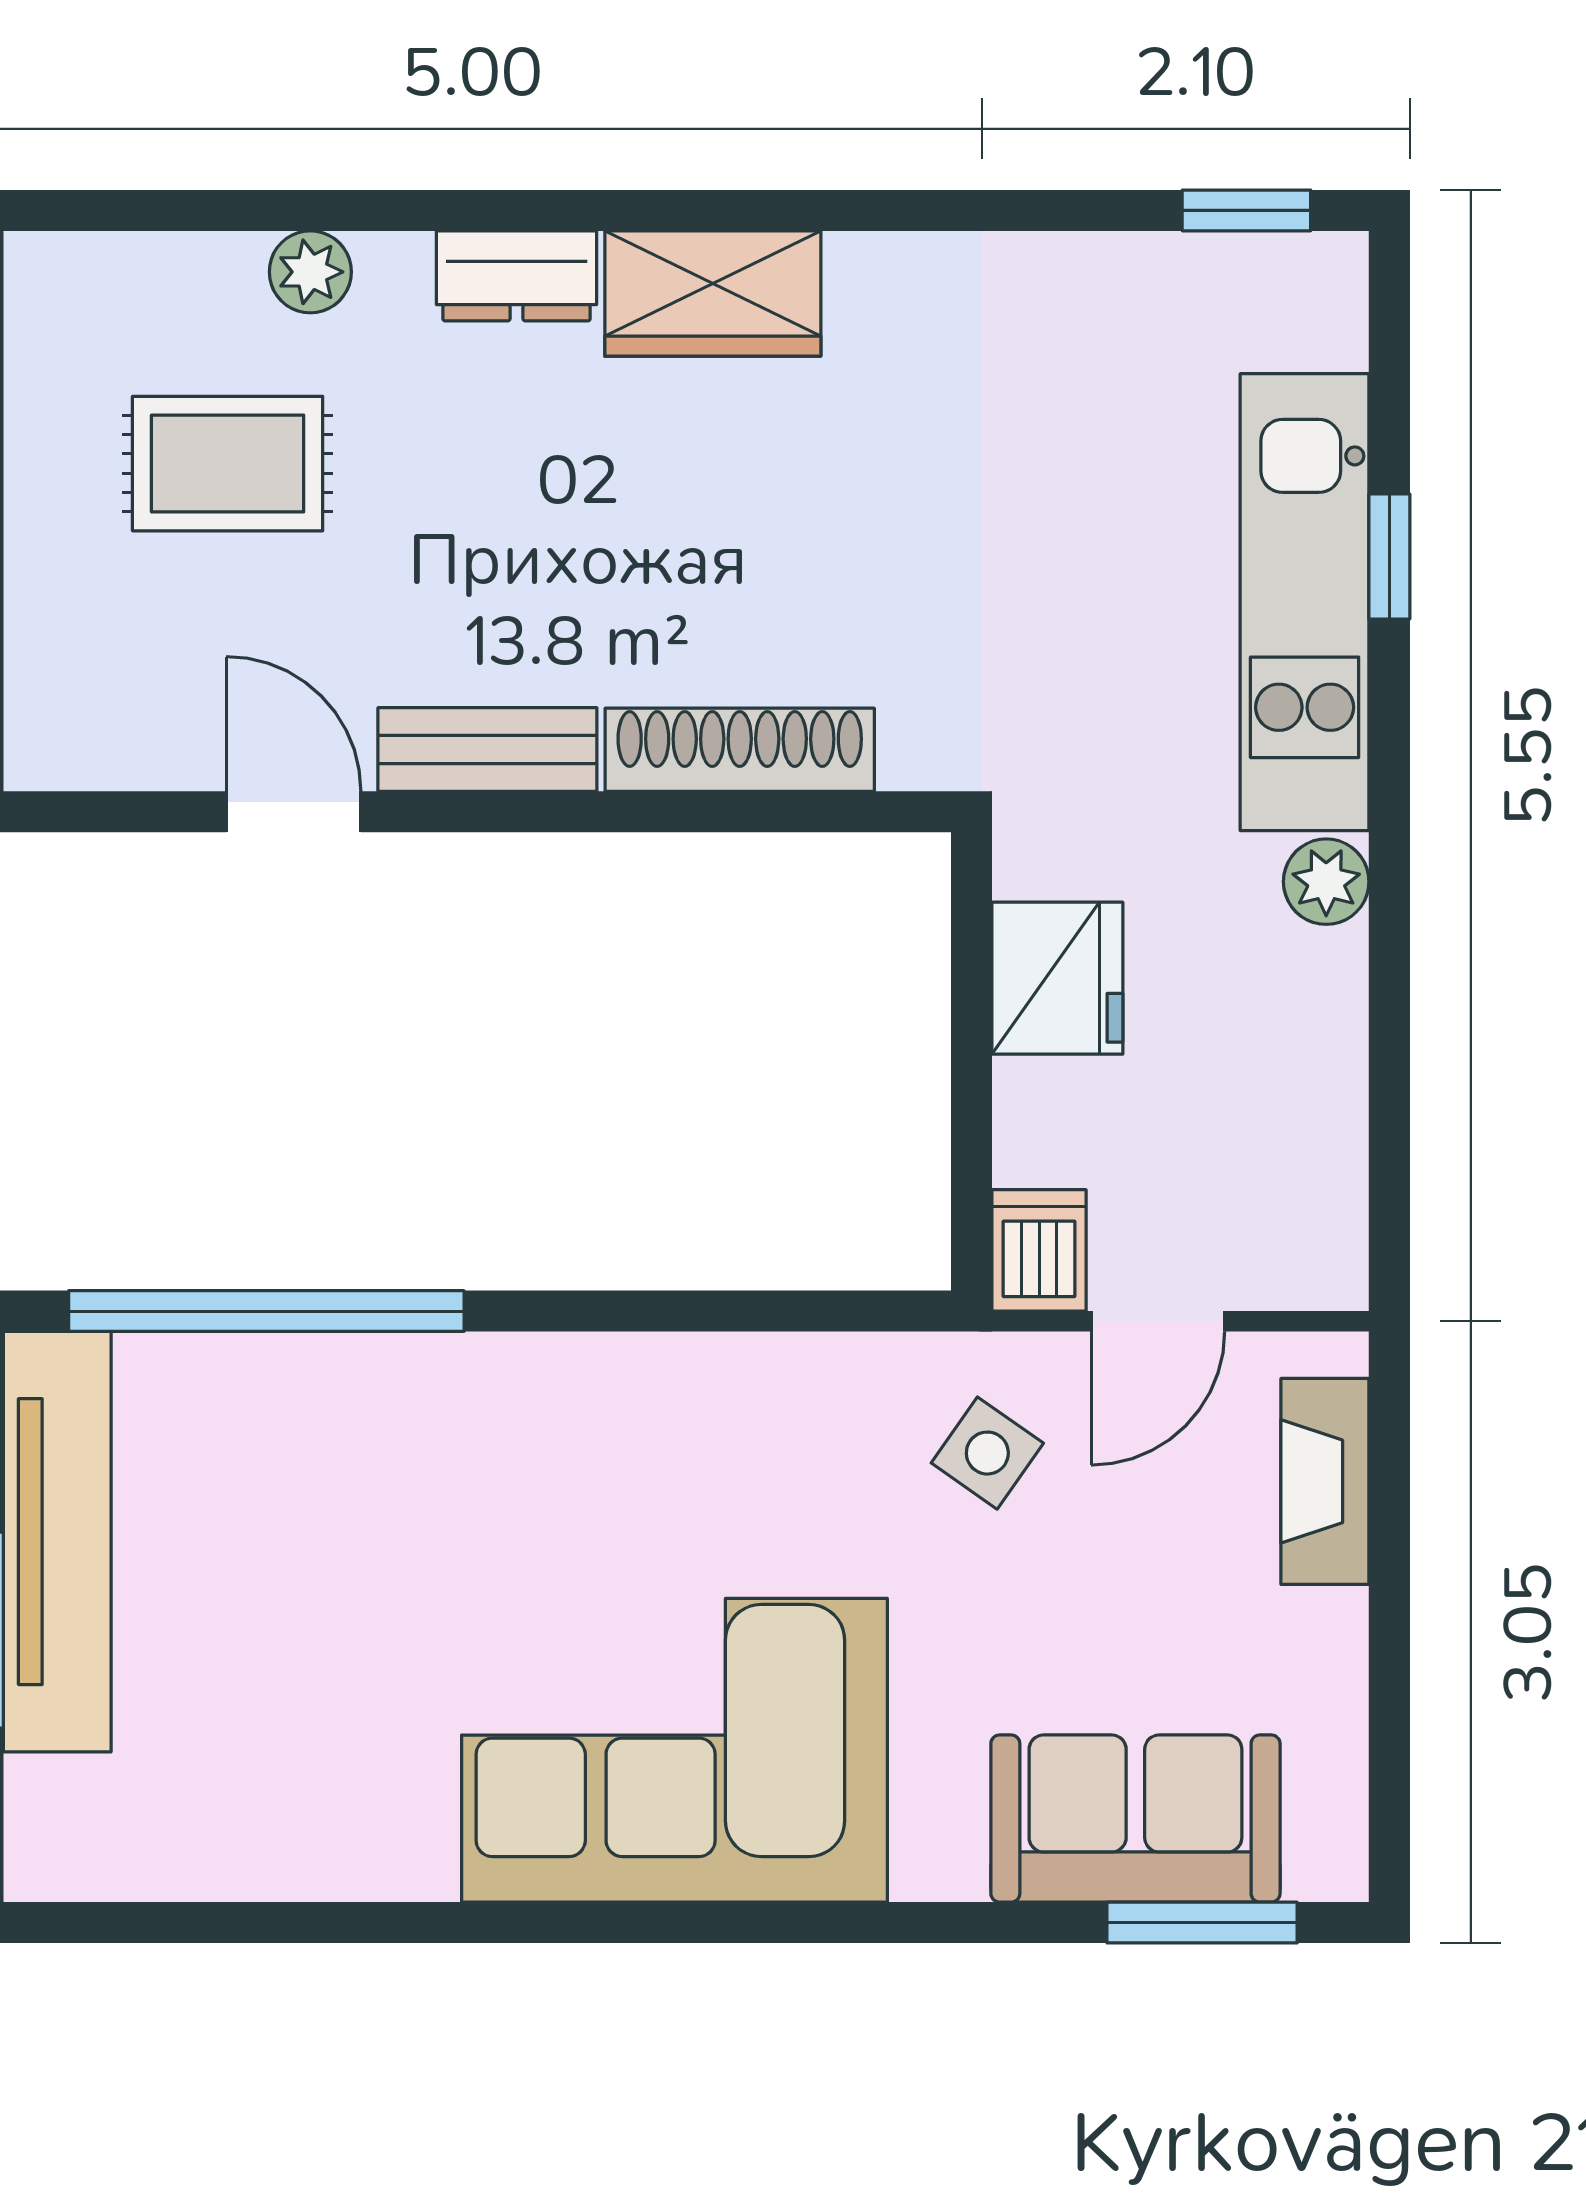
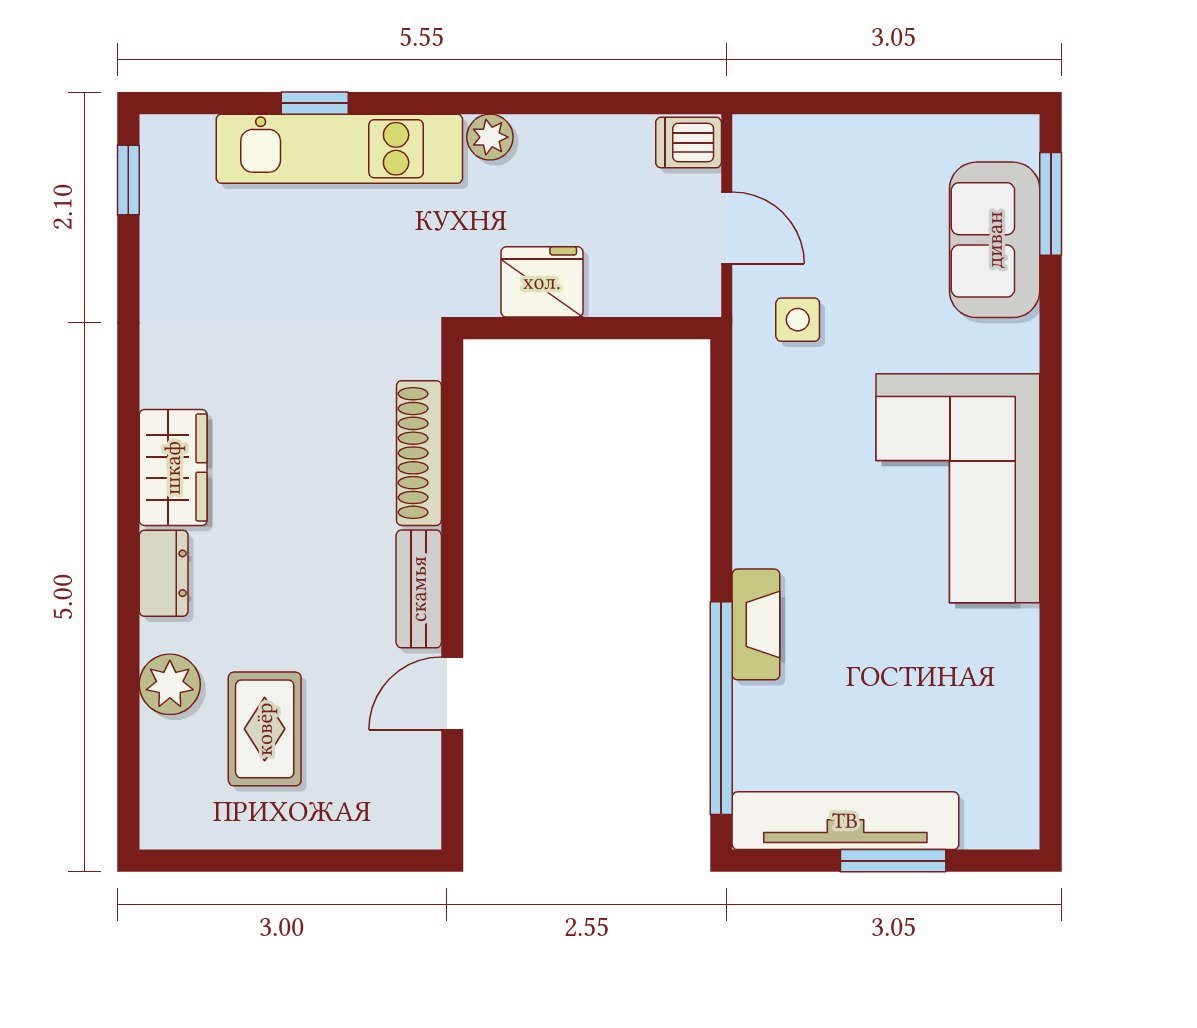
plant: (310, 272) -> (170, 684), width x1.38, depth x1.38
dishwasher: (1039, 1250) -> (689, 143), moved
side table: (987, 1453) -> (798, 320), turned -35
fireplace: (1325, 1481) -> (756, 624), moved, turned -90

